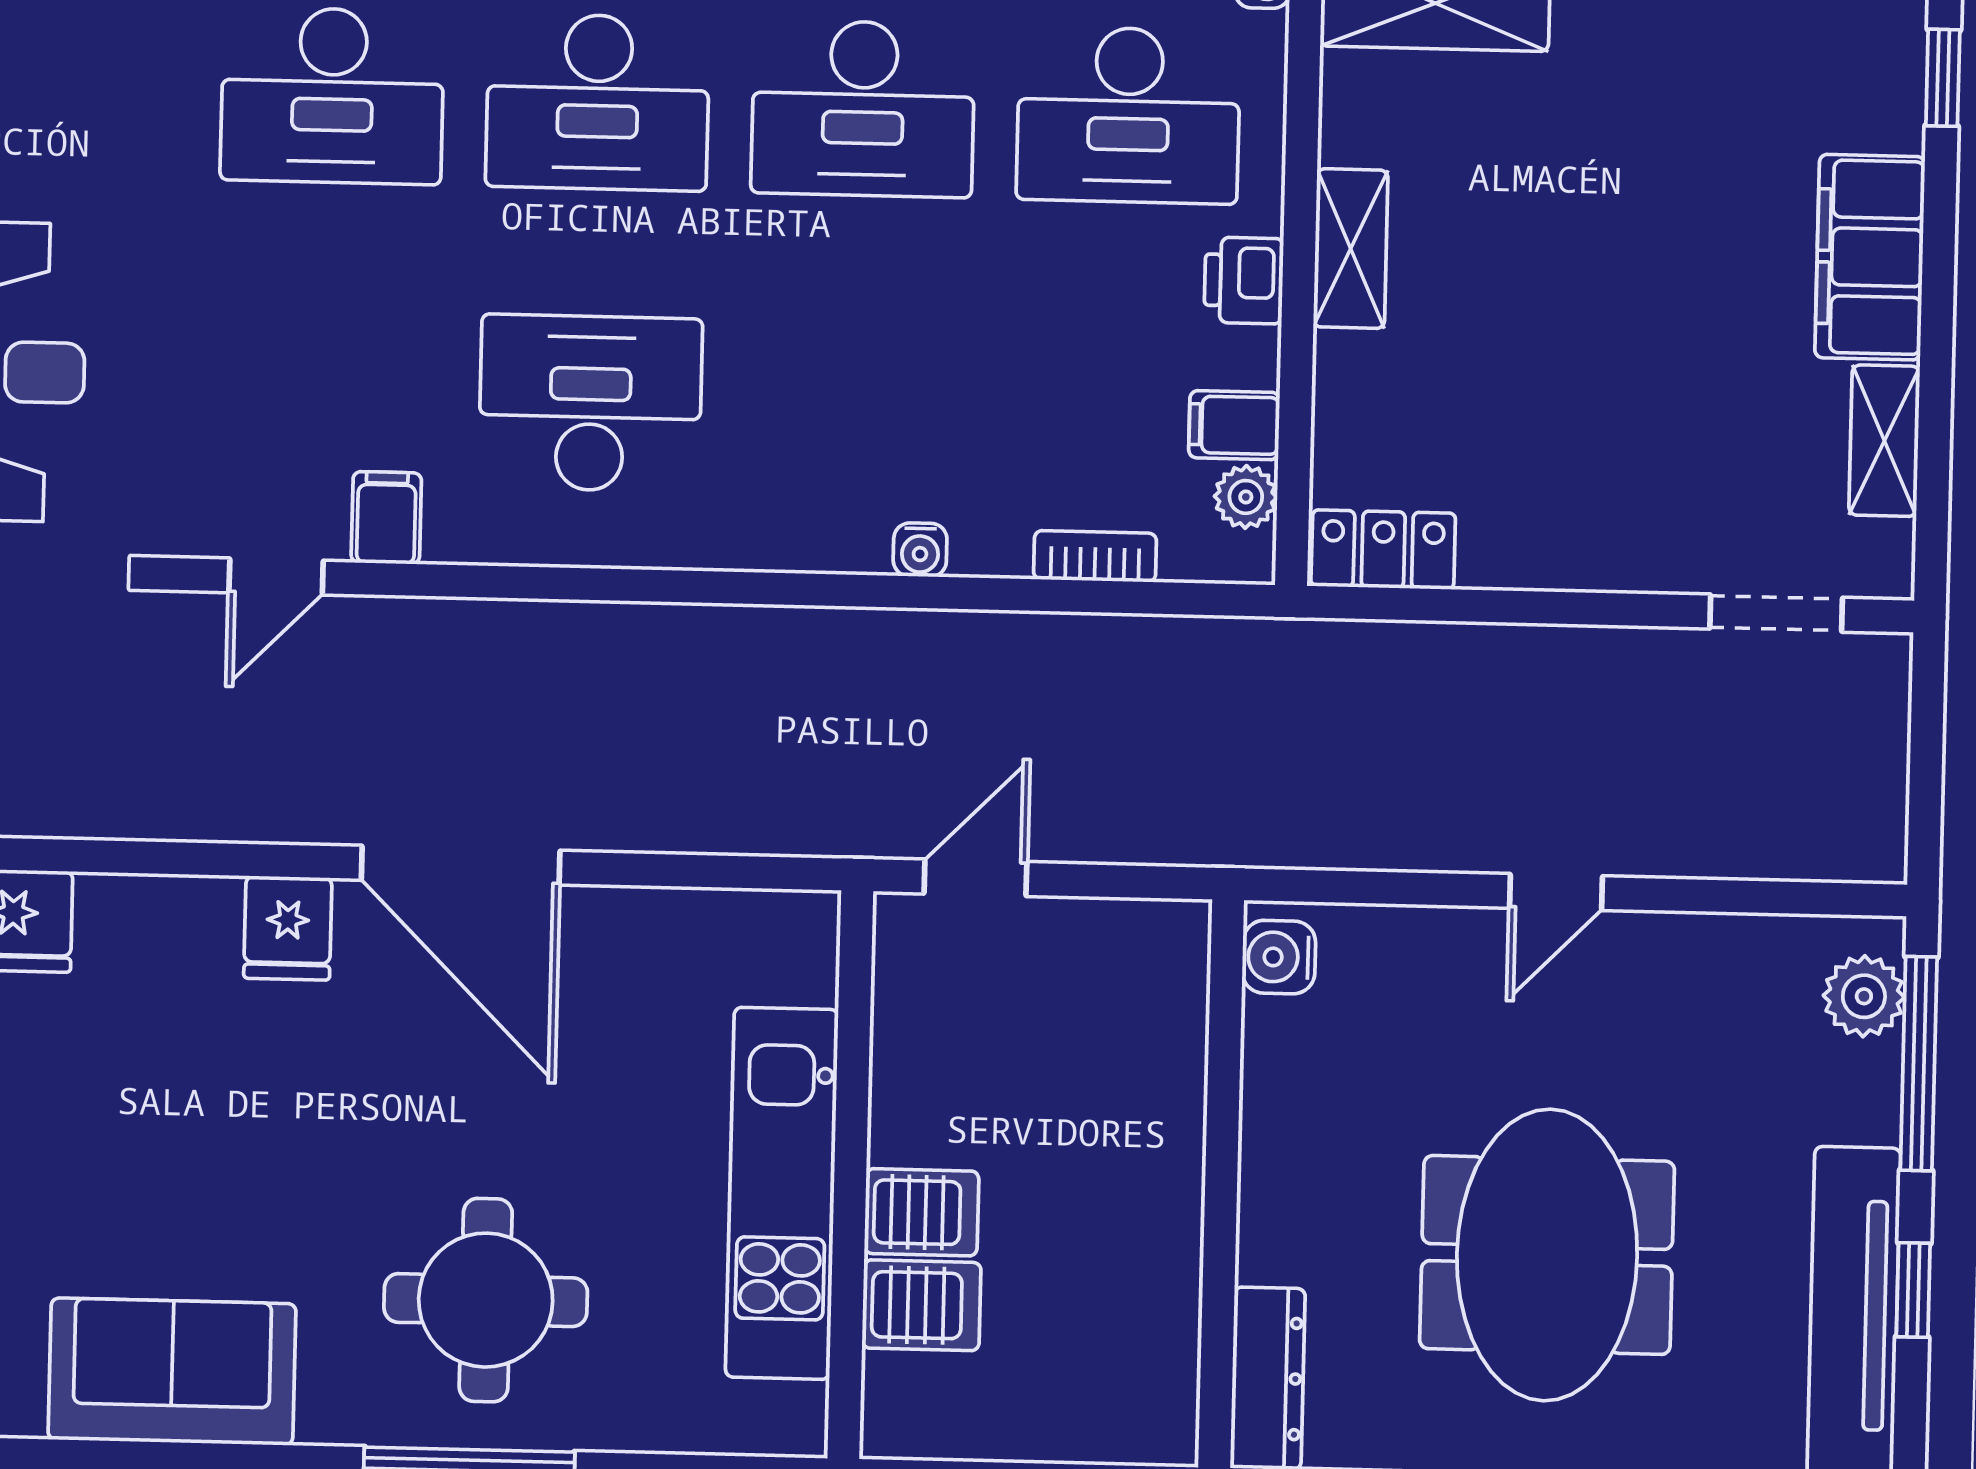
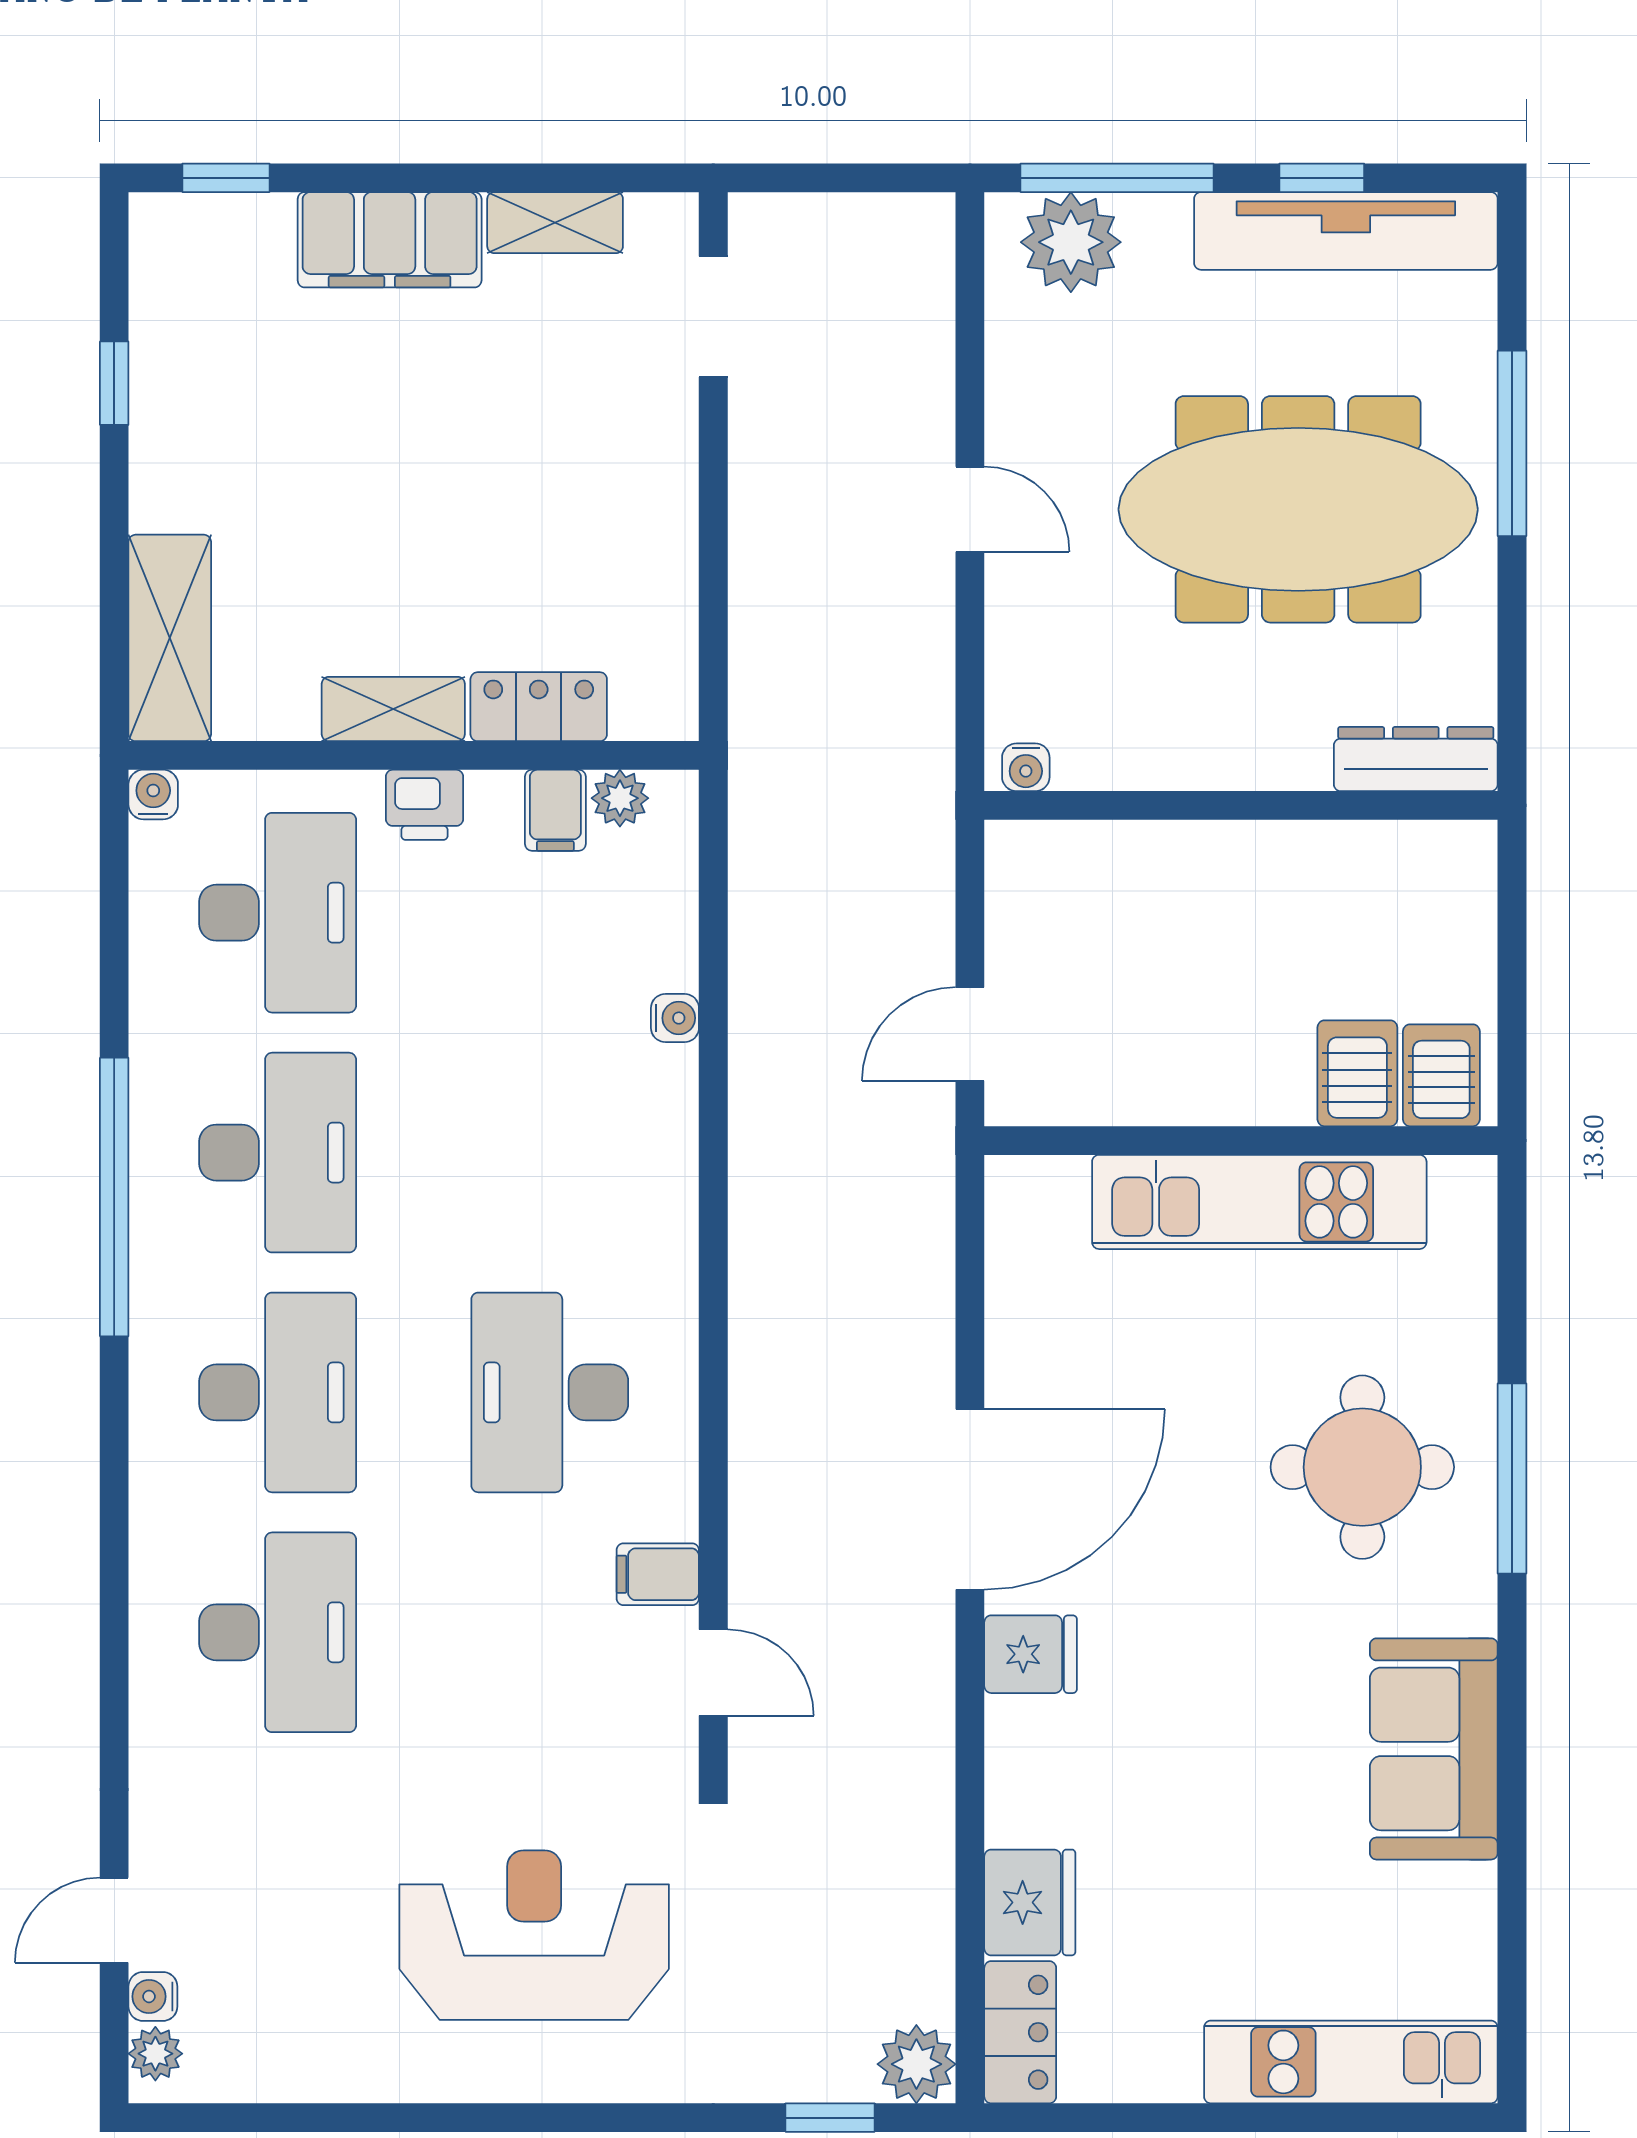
water cooler: (920, 550) -> (675, 1018), moved
locker: (1383, 550) -> (539, 707), moved, turned 90
bookcase: (1095, 556) -> (677, 933), removed
door: (975, 878) -> (970, 1034), hinge flipped
water cooler: (1279, 957) -> (1026, 767), width x0.72, depth x0.72
plant: (1864, 996) -> (1071, 242), width x1.36, depth x1.36
server rack: (922, 1212) -> (1441, 1075), moved
meeting table: (1547, 1255) -> (1298, 509), width x1.36

